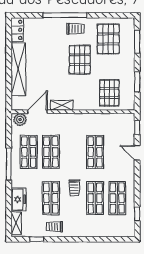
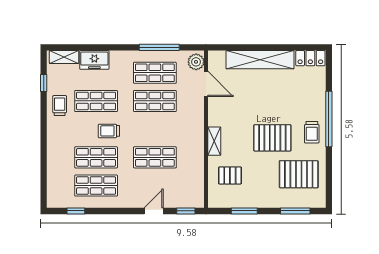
pallet: (109, 93) -> (230, 175), width x0.67, depth x0.71
shelving: (62, 105) -> (214, 141), moved
window: (9, 164) -> (159, 47), moved

